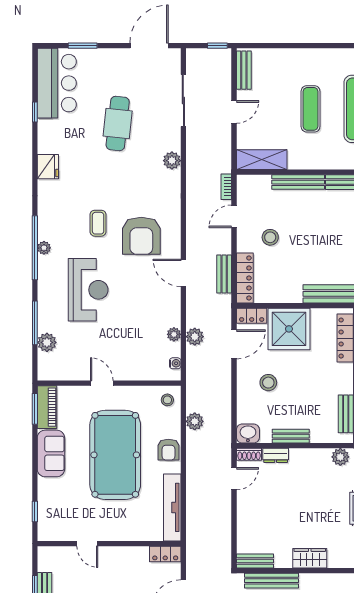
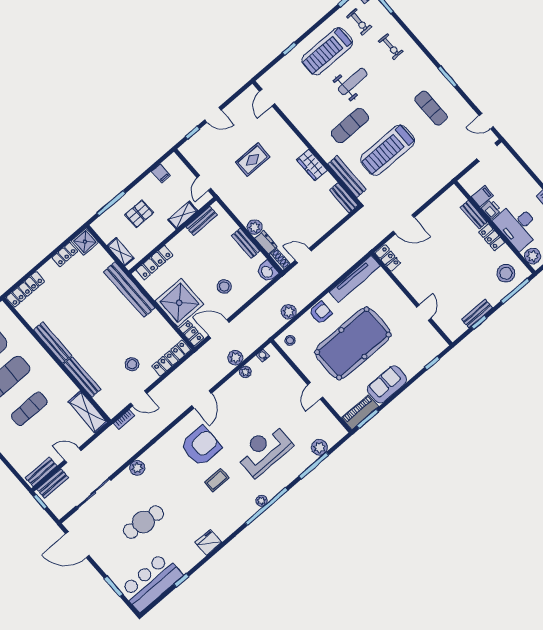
bench: (224, 274) -> (53, 484), moved
plant: (340, 457) -> (255, 227), moved

